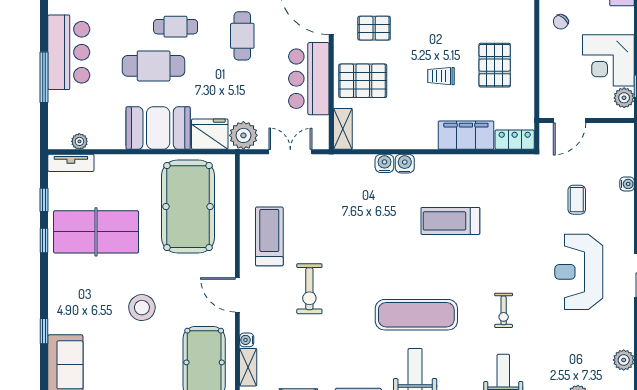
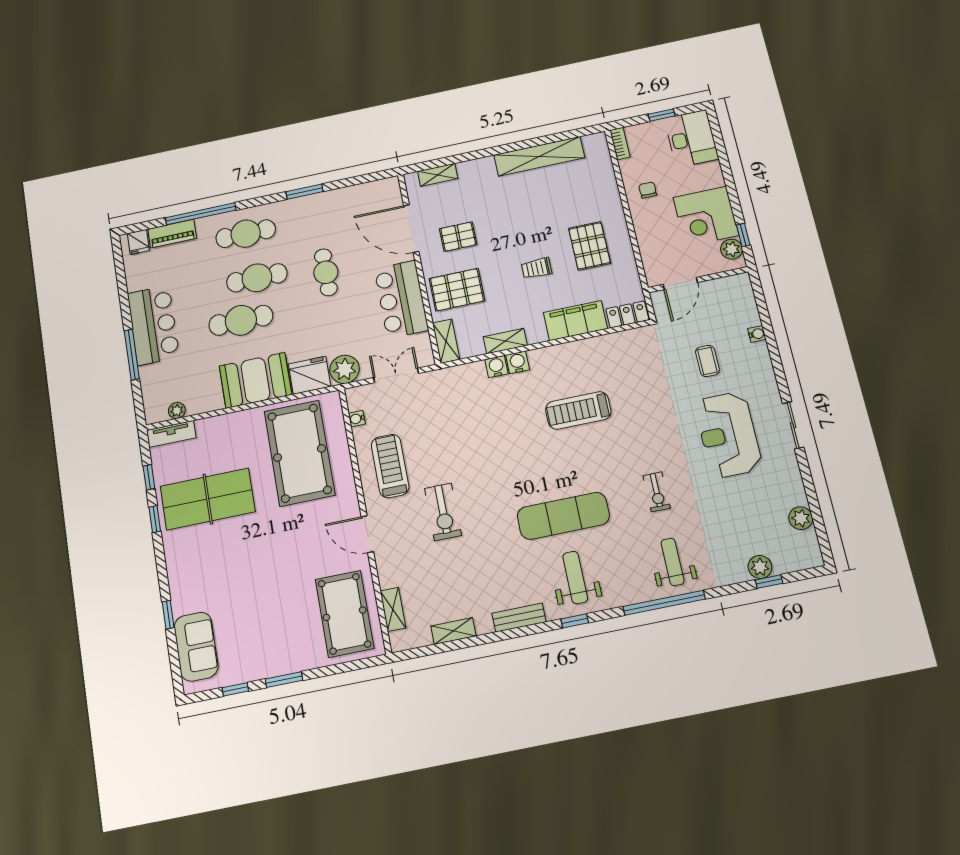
chair: (561, 22) -> (648, 190), turned 141
cafe table: (176, 27) -> (257, 278), width x1.37, depth x1.35
shelving: (398, 141) -> (505, 341), added
stool: (142, 308) -> (268, 568), removed
water cooler: (247, 340) -> (357, 419), moved

